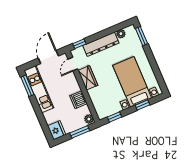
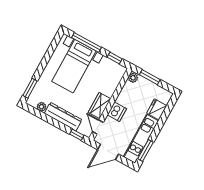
door: (73, 64) -> (98, 127), swing flipped
dishwasher: (78, 100) -> (117, 112), moved
window: (143, 105) -> (87, 42), width x2.17
fridge: (57, 130) -> (157, 109), moved

